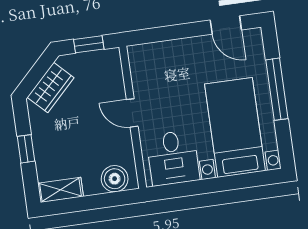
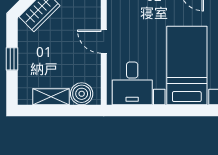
shelving: (60, 190) -> (51, 97), moved

